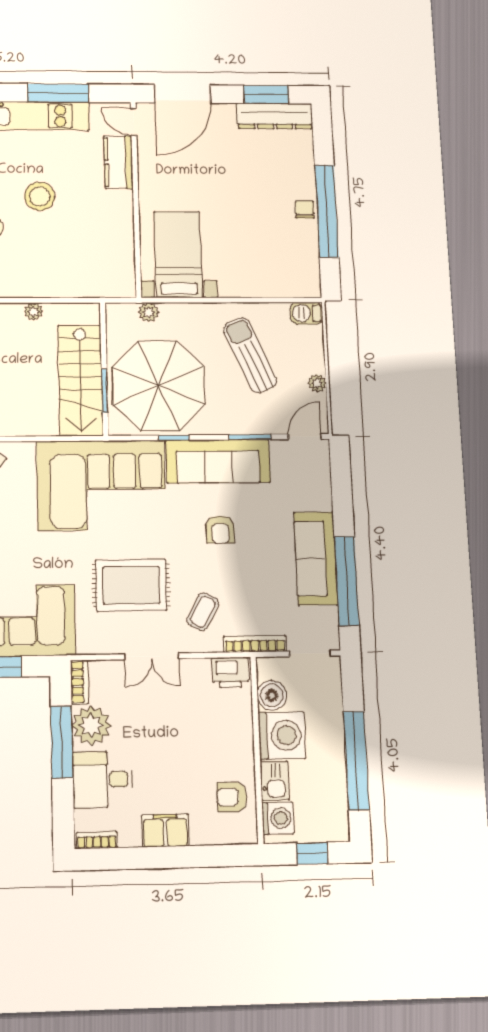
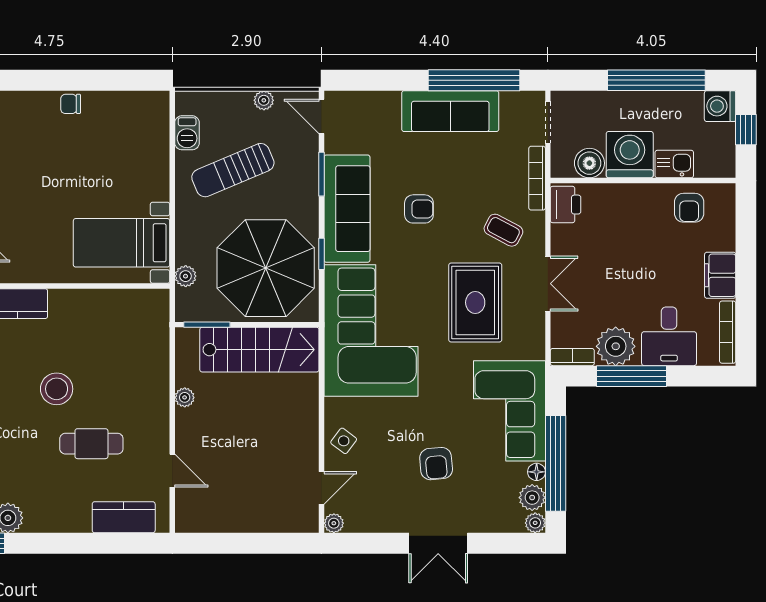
window: (327, 211) -> (72, 80), removed
barbecue: (307, 313) -> (187, 133), moved
window: (105, 391) -> (207, 325), moved
washing machine: (278, 818) -> (720, 106), moved, turned -90
bookcase: (97, 840) -> (728, 332), width x1.56

